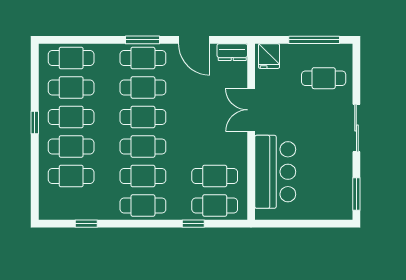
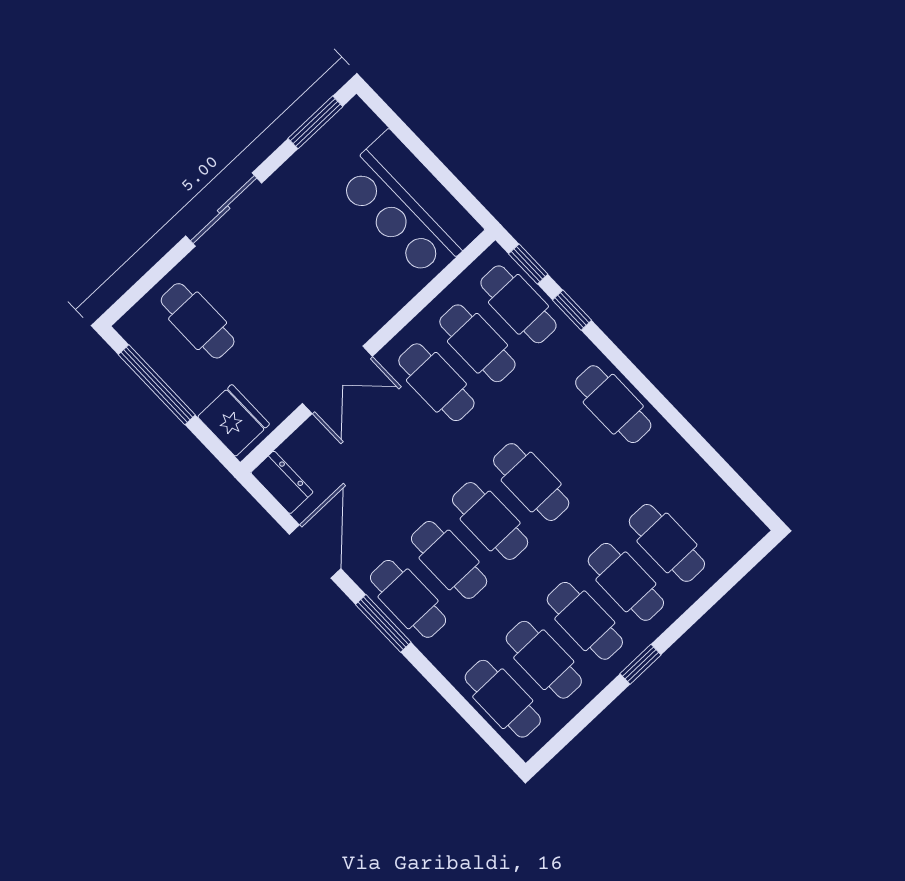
fridge: (269, 56) -> (234, 420), width x1.38
bar counter: (275, 172) -> (409, 205), moved, turned -90
cafe table: (143, 176) -> (436, 382), moved
window: (86, 224) -> (528, 264), moved

